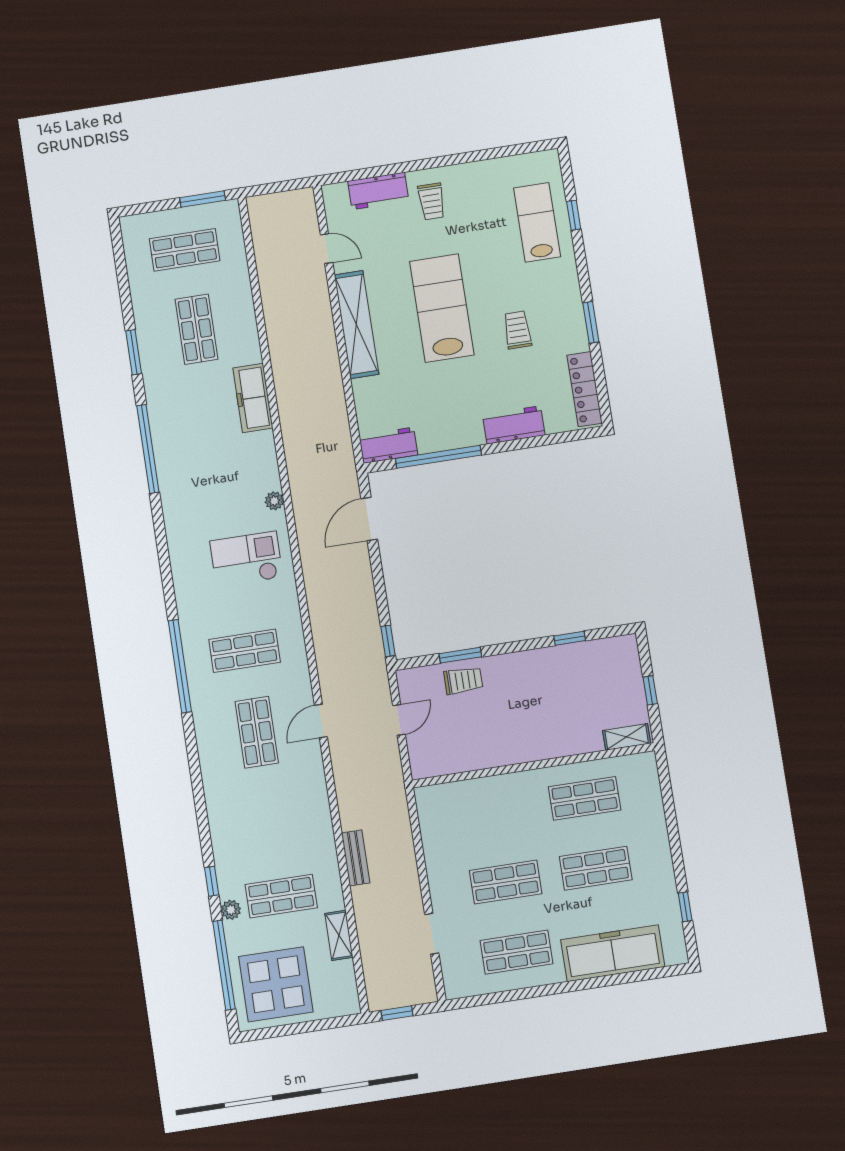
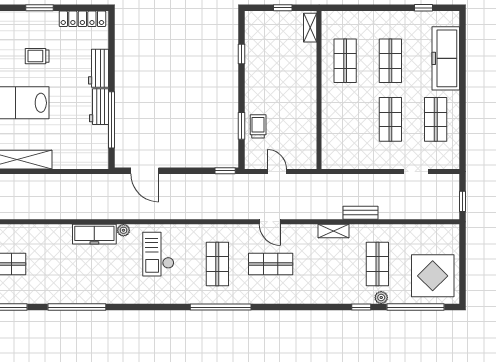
freezer: (253, 398) -> (94, 234), moved
workbench: (388, 445) -> (99, 107), moved
shelving: (339, 935) -> (333, 231), moved

